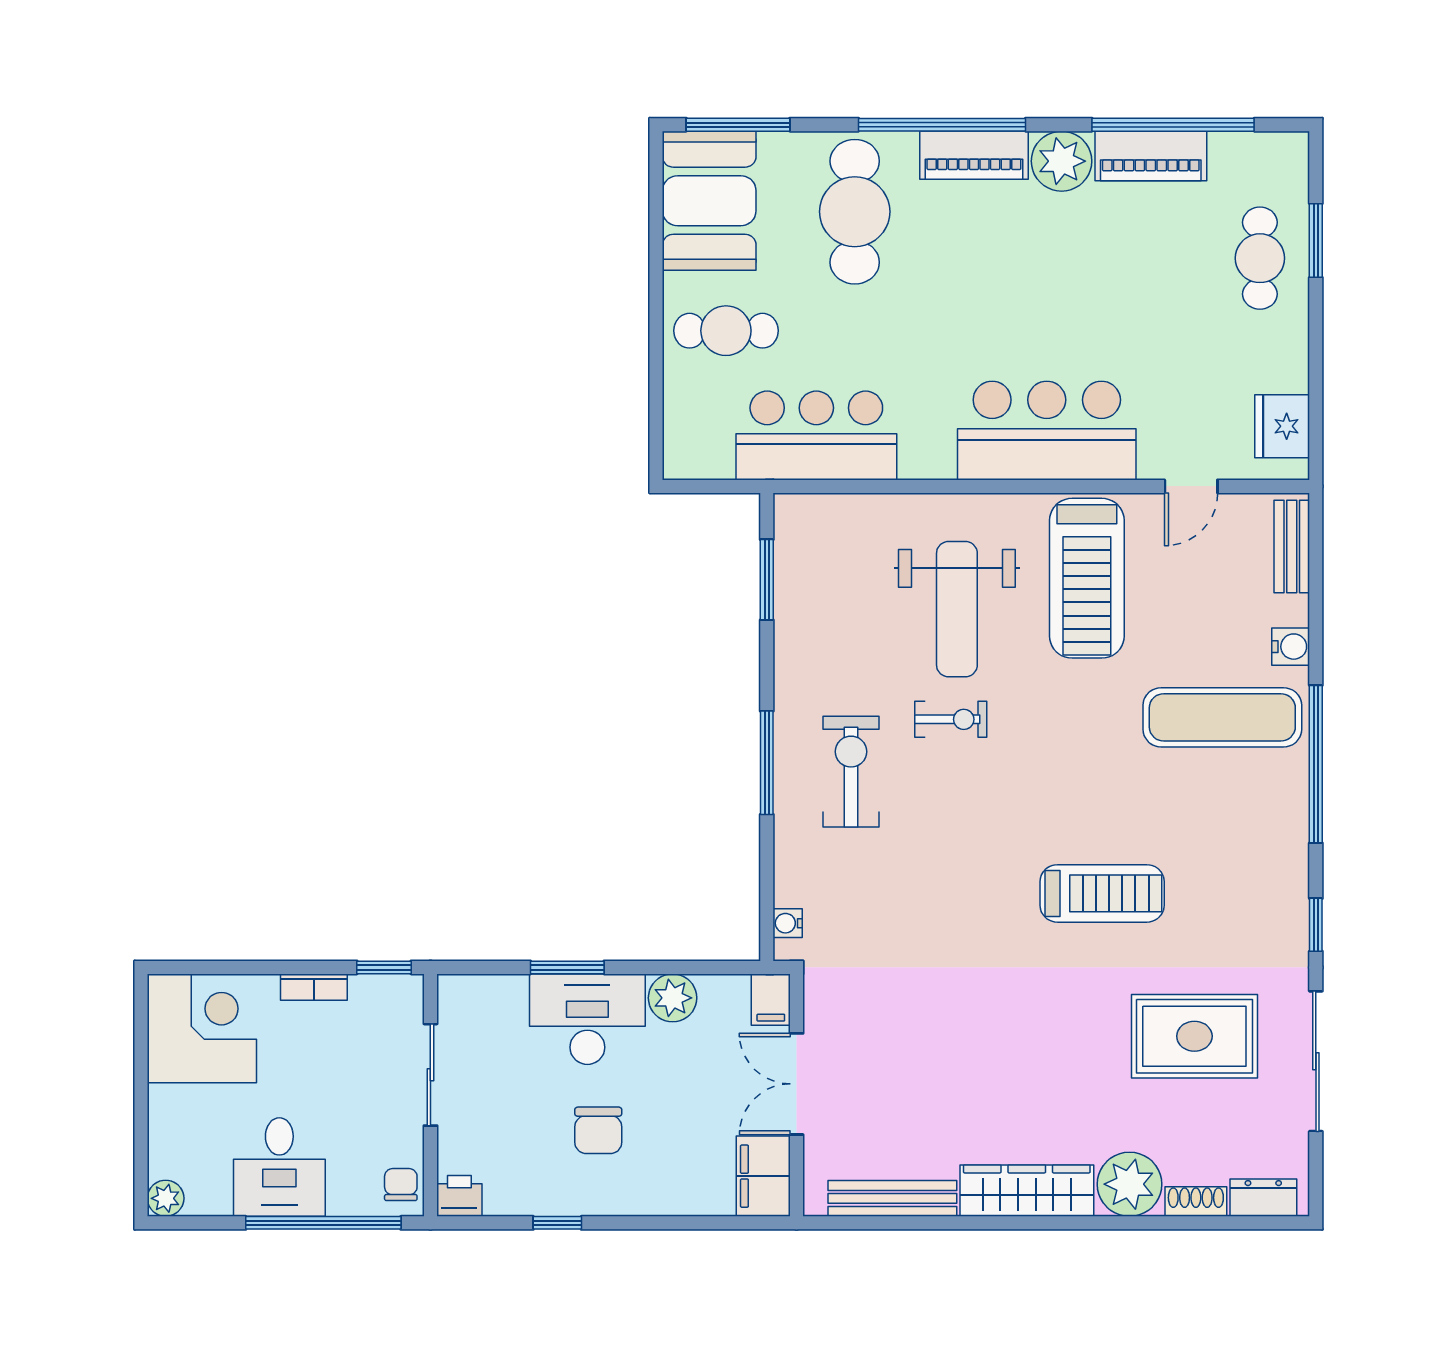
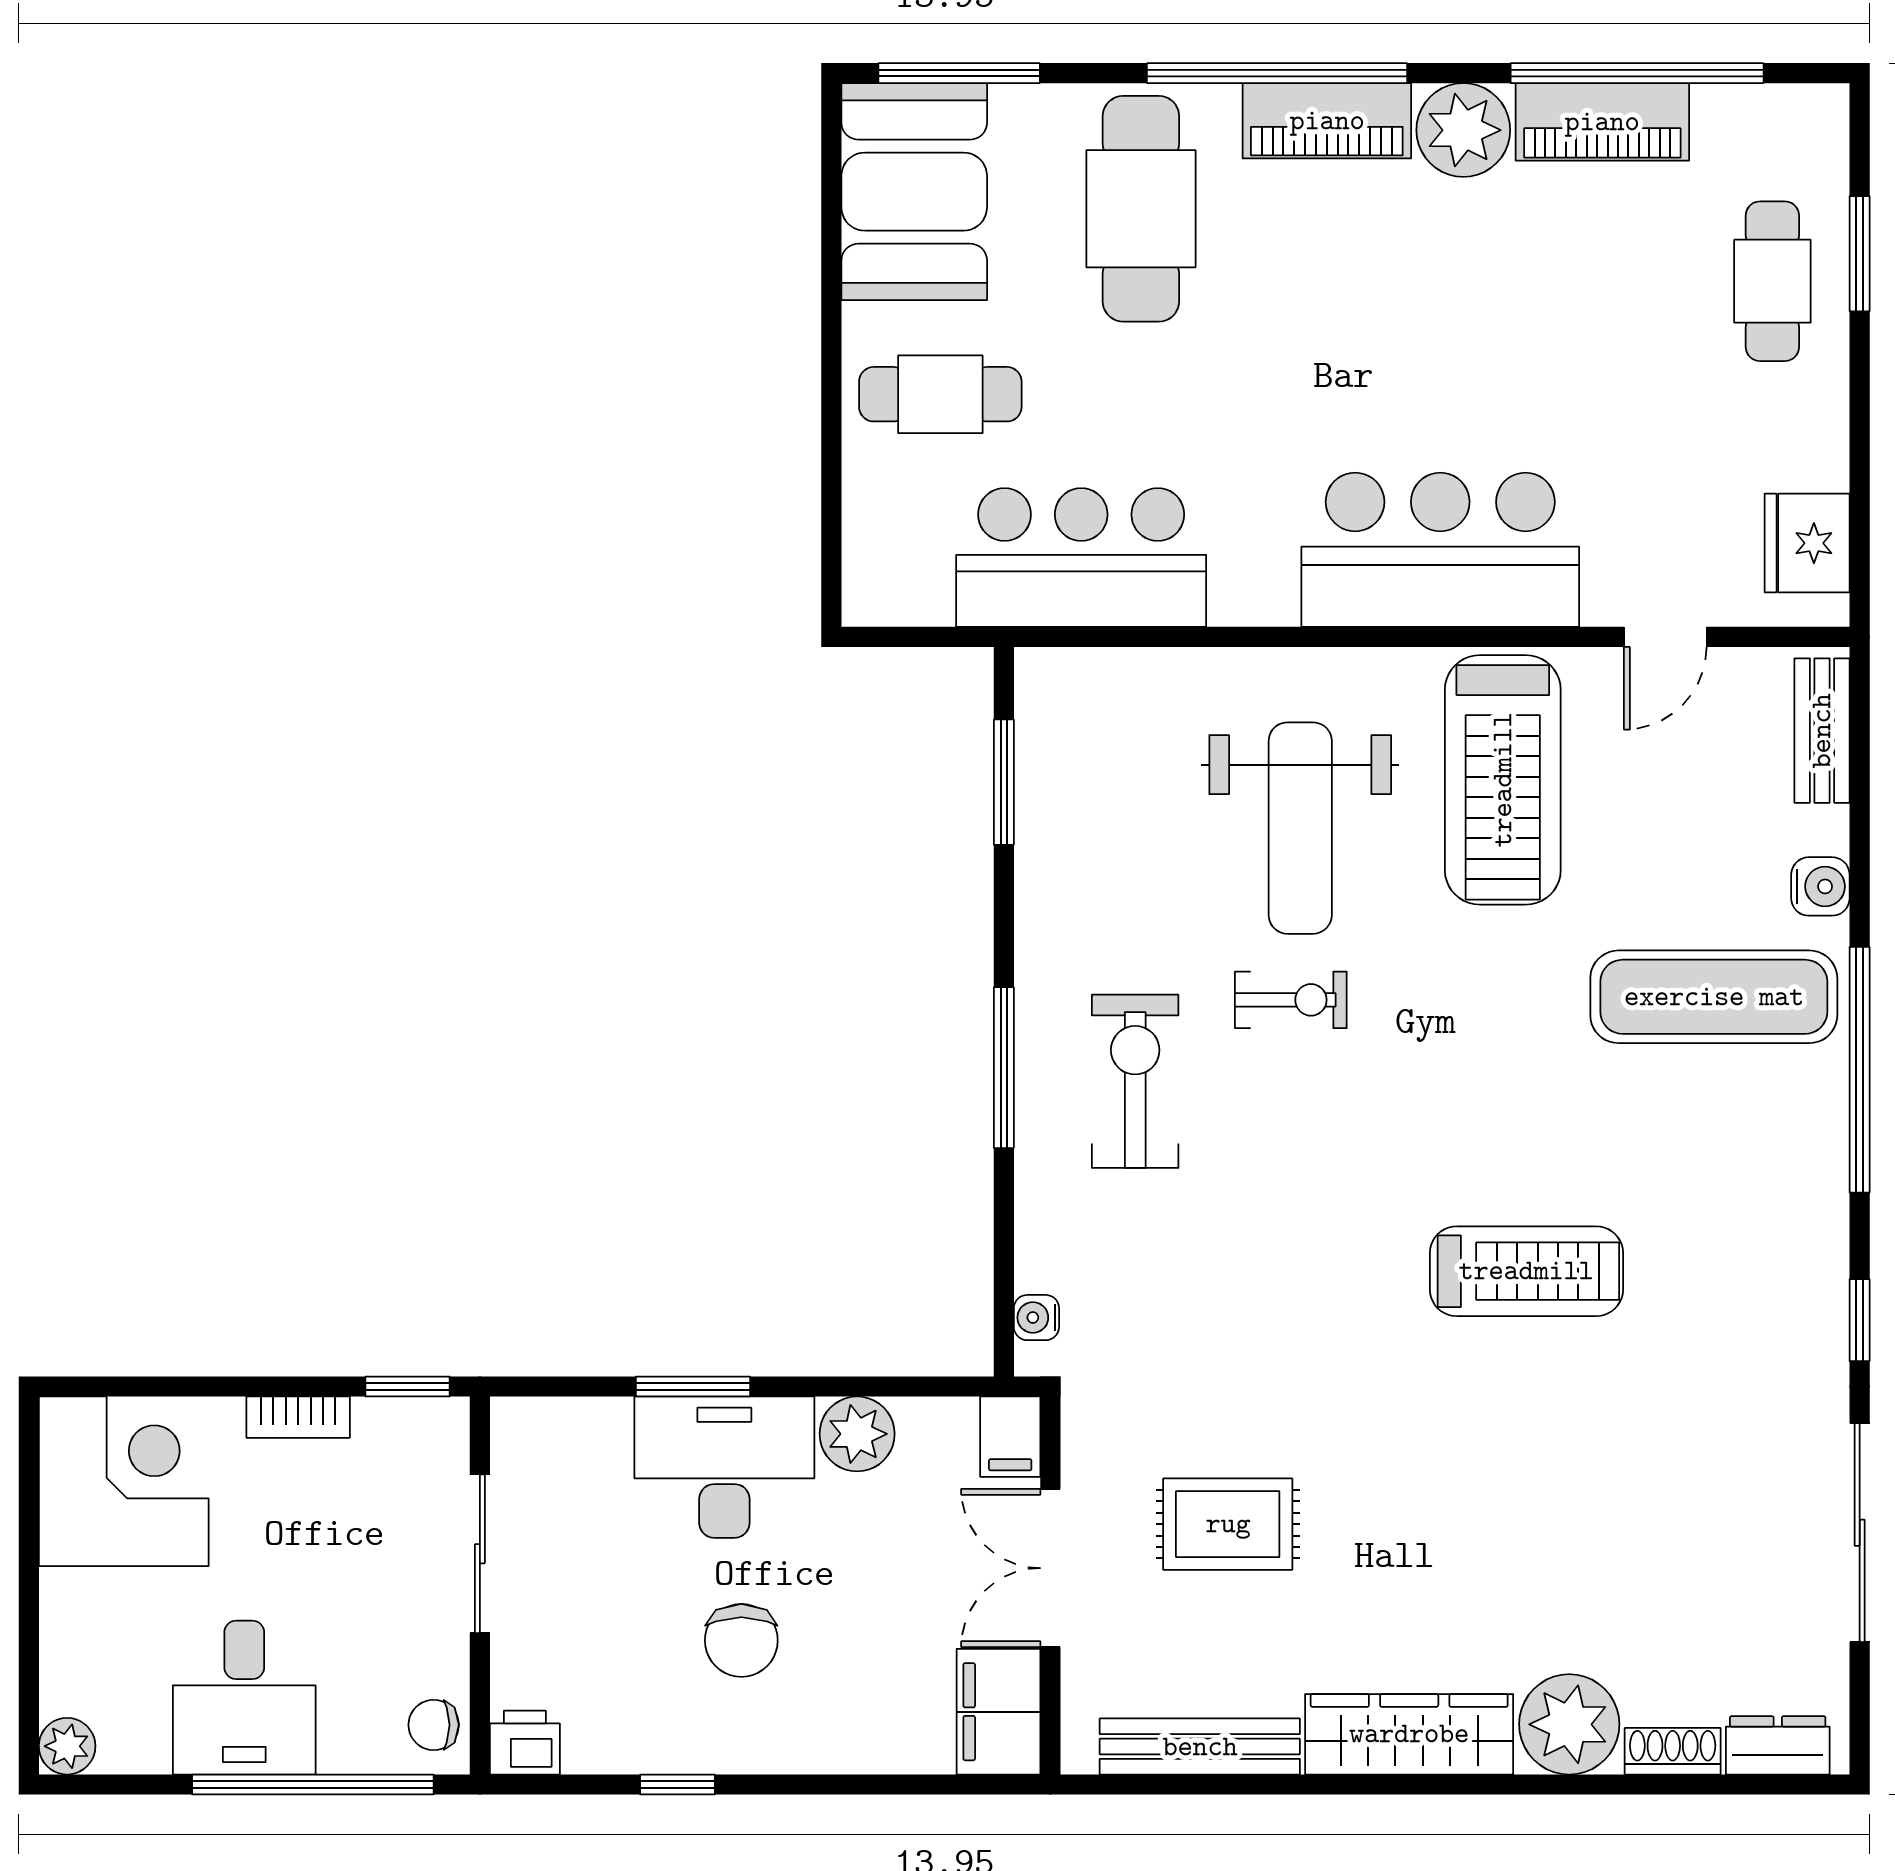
rug: (1194, 1036) -> (1228, 1524), moved, width x0.73, depth x0.70
chair: (401, 1185) -> (434, 1725), turned -90

